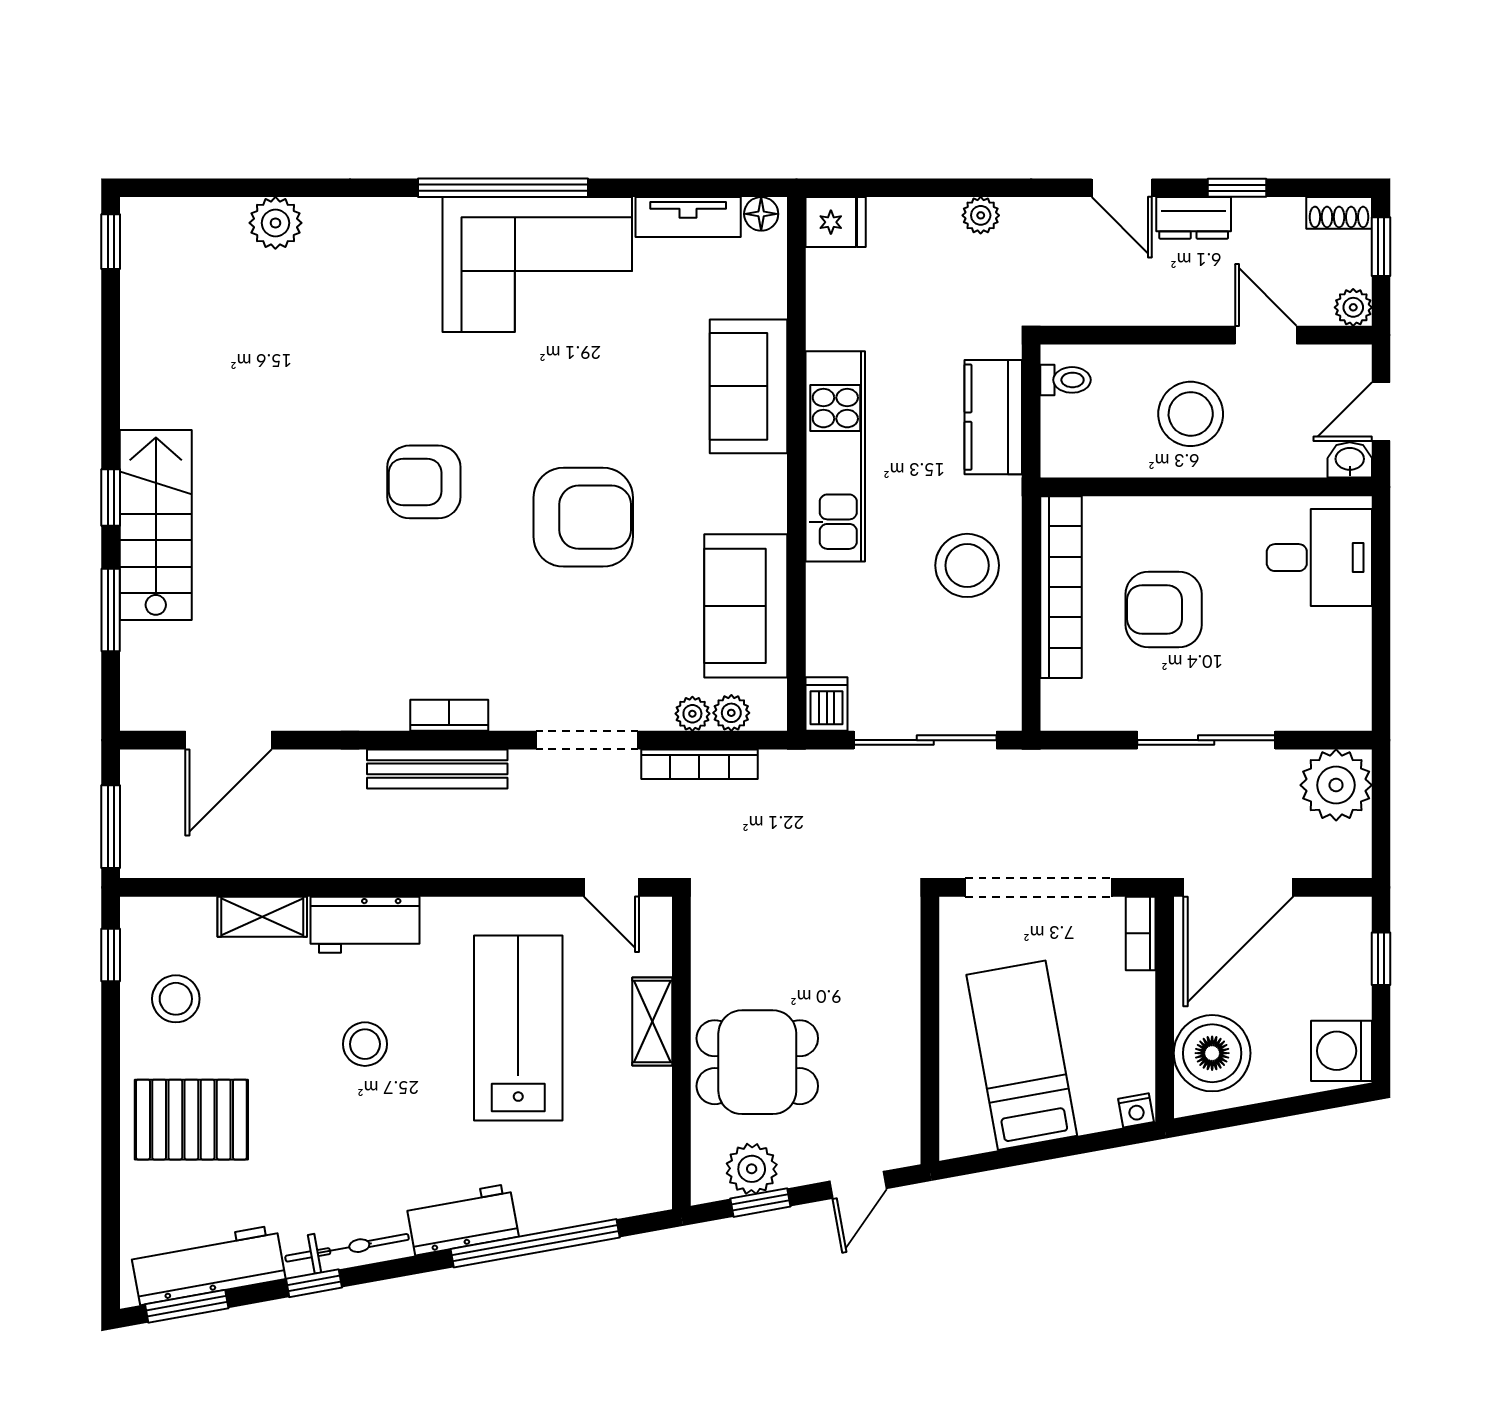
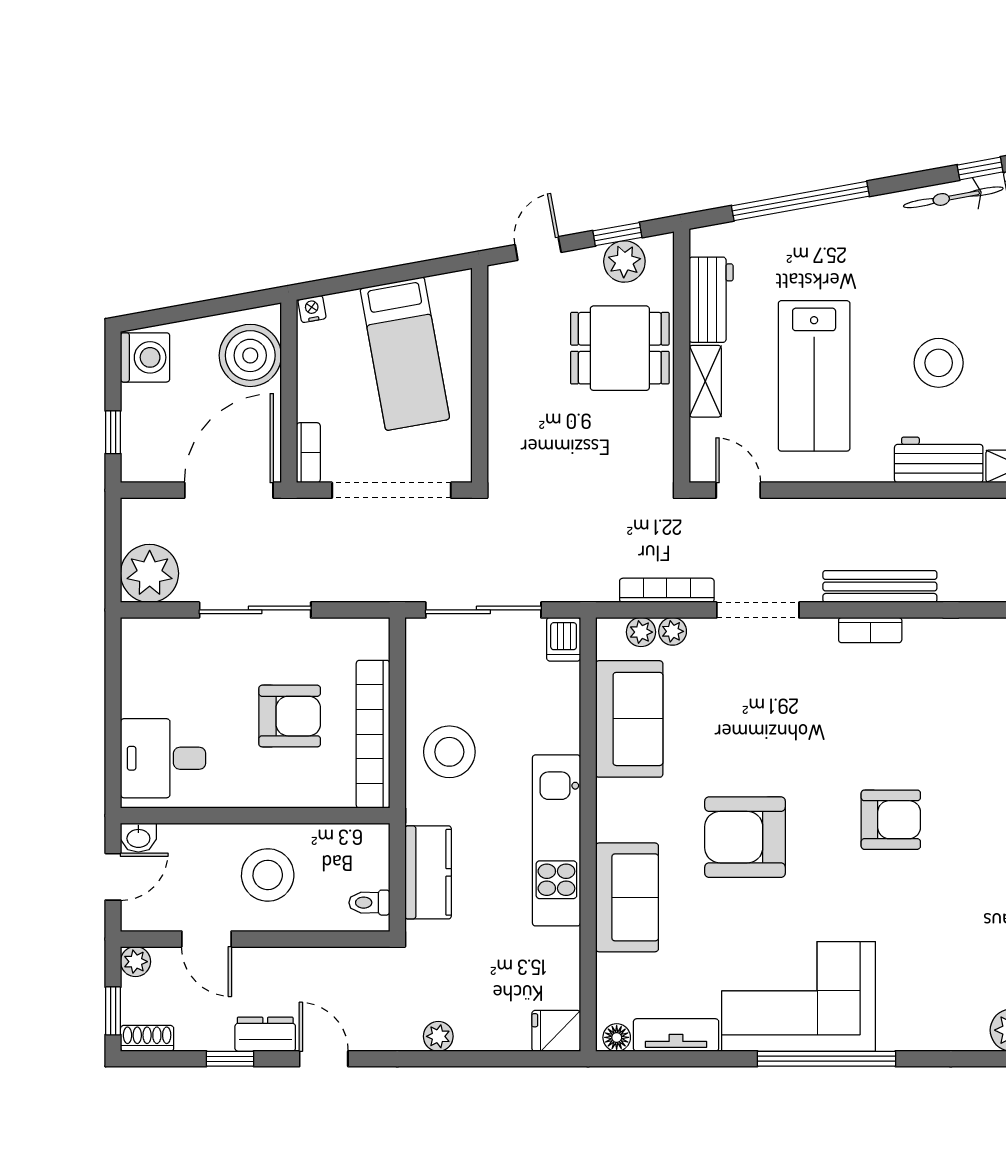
armchair: (583, 517) -> (745, 837), moved
stool: (365, 1044) -> (939, 363), width x1.38, depth x1.38
workbench: (462, 1220) -> (711, 300), moved, turned -80

